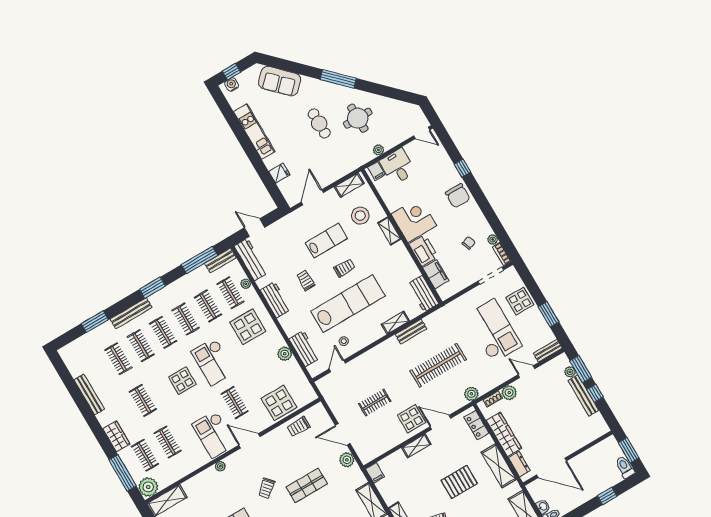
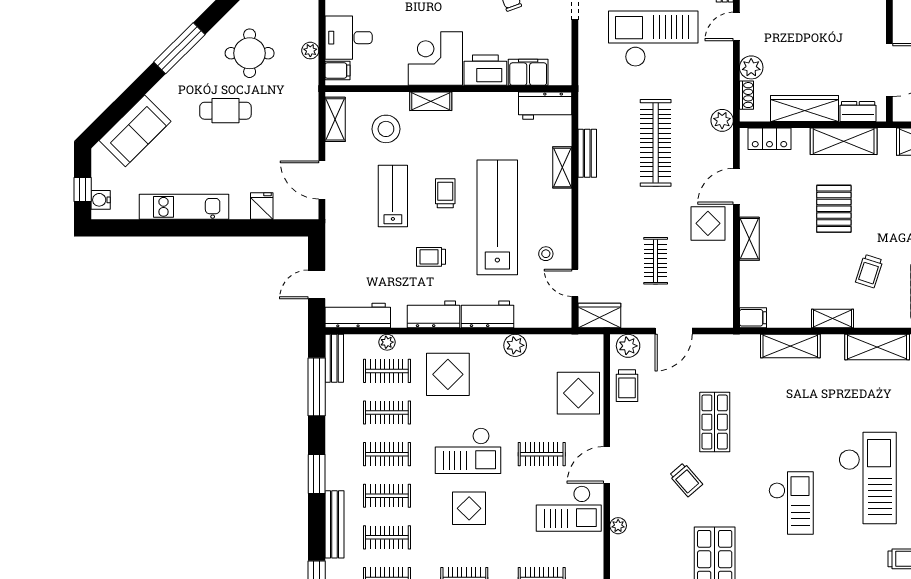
workbench: (304, 349) -> (487, 314), moved
wardrobe: (327, 390) -> (599, 315), added
plant: (347, 460) -> (628, 346), moved

